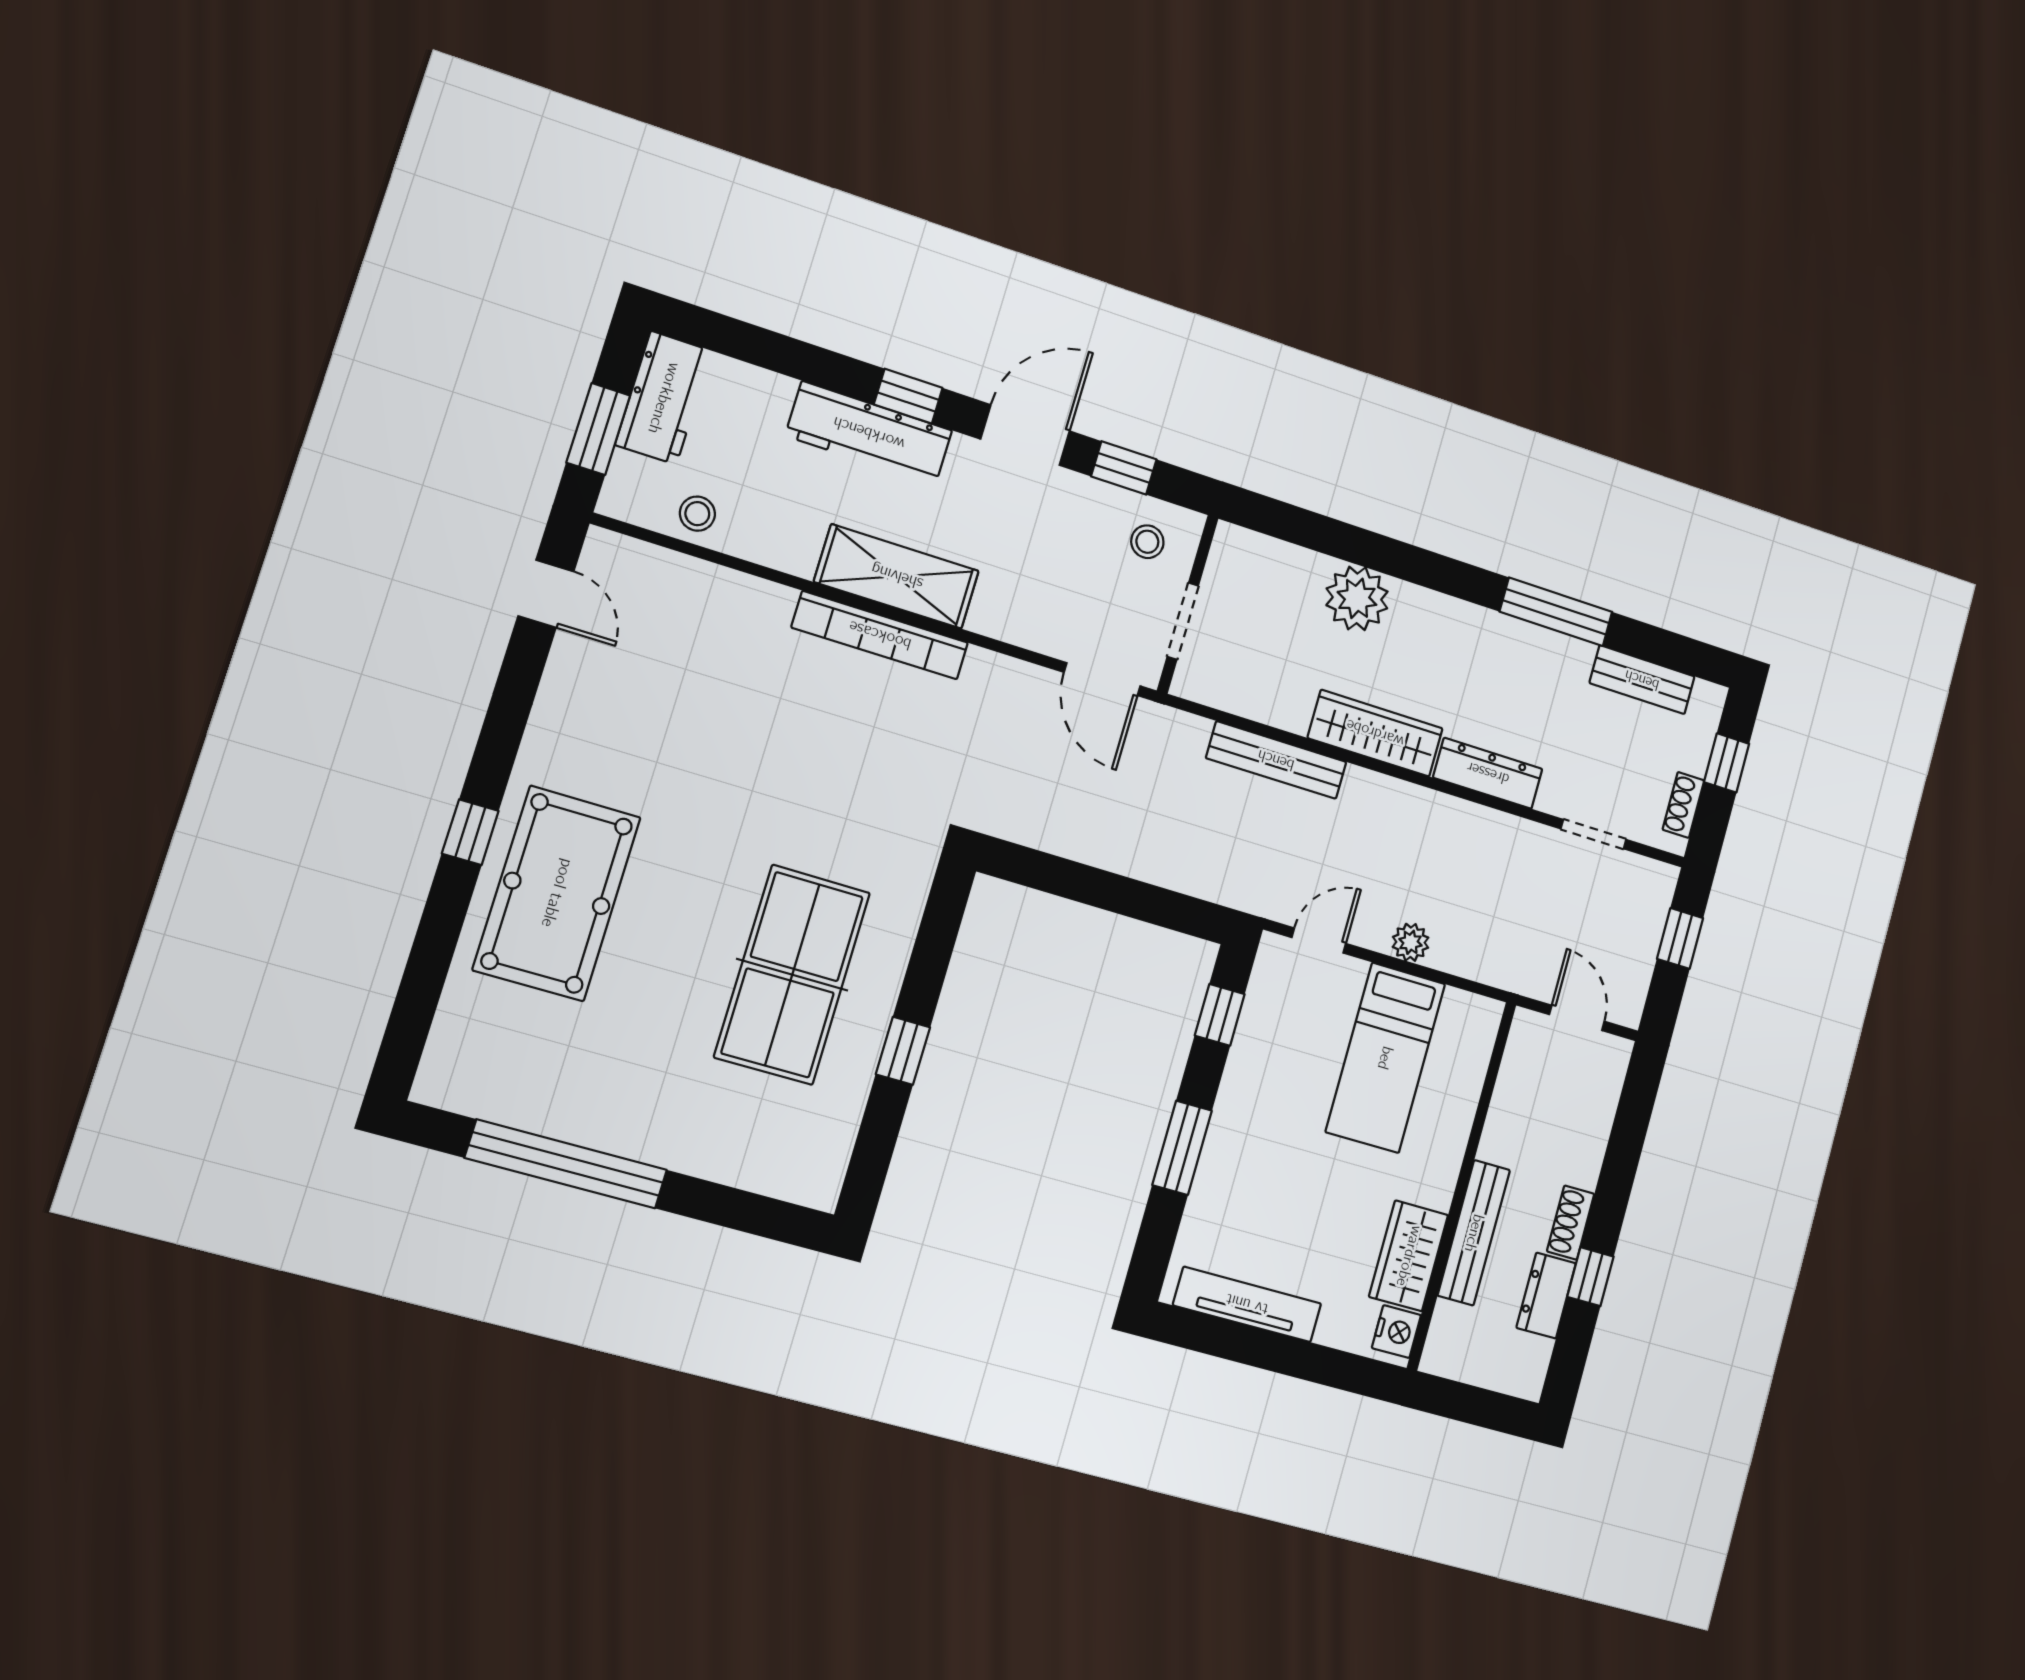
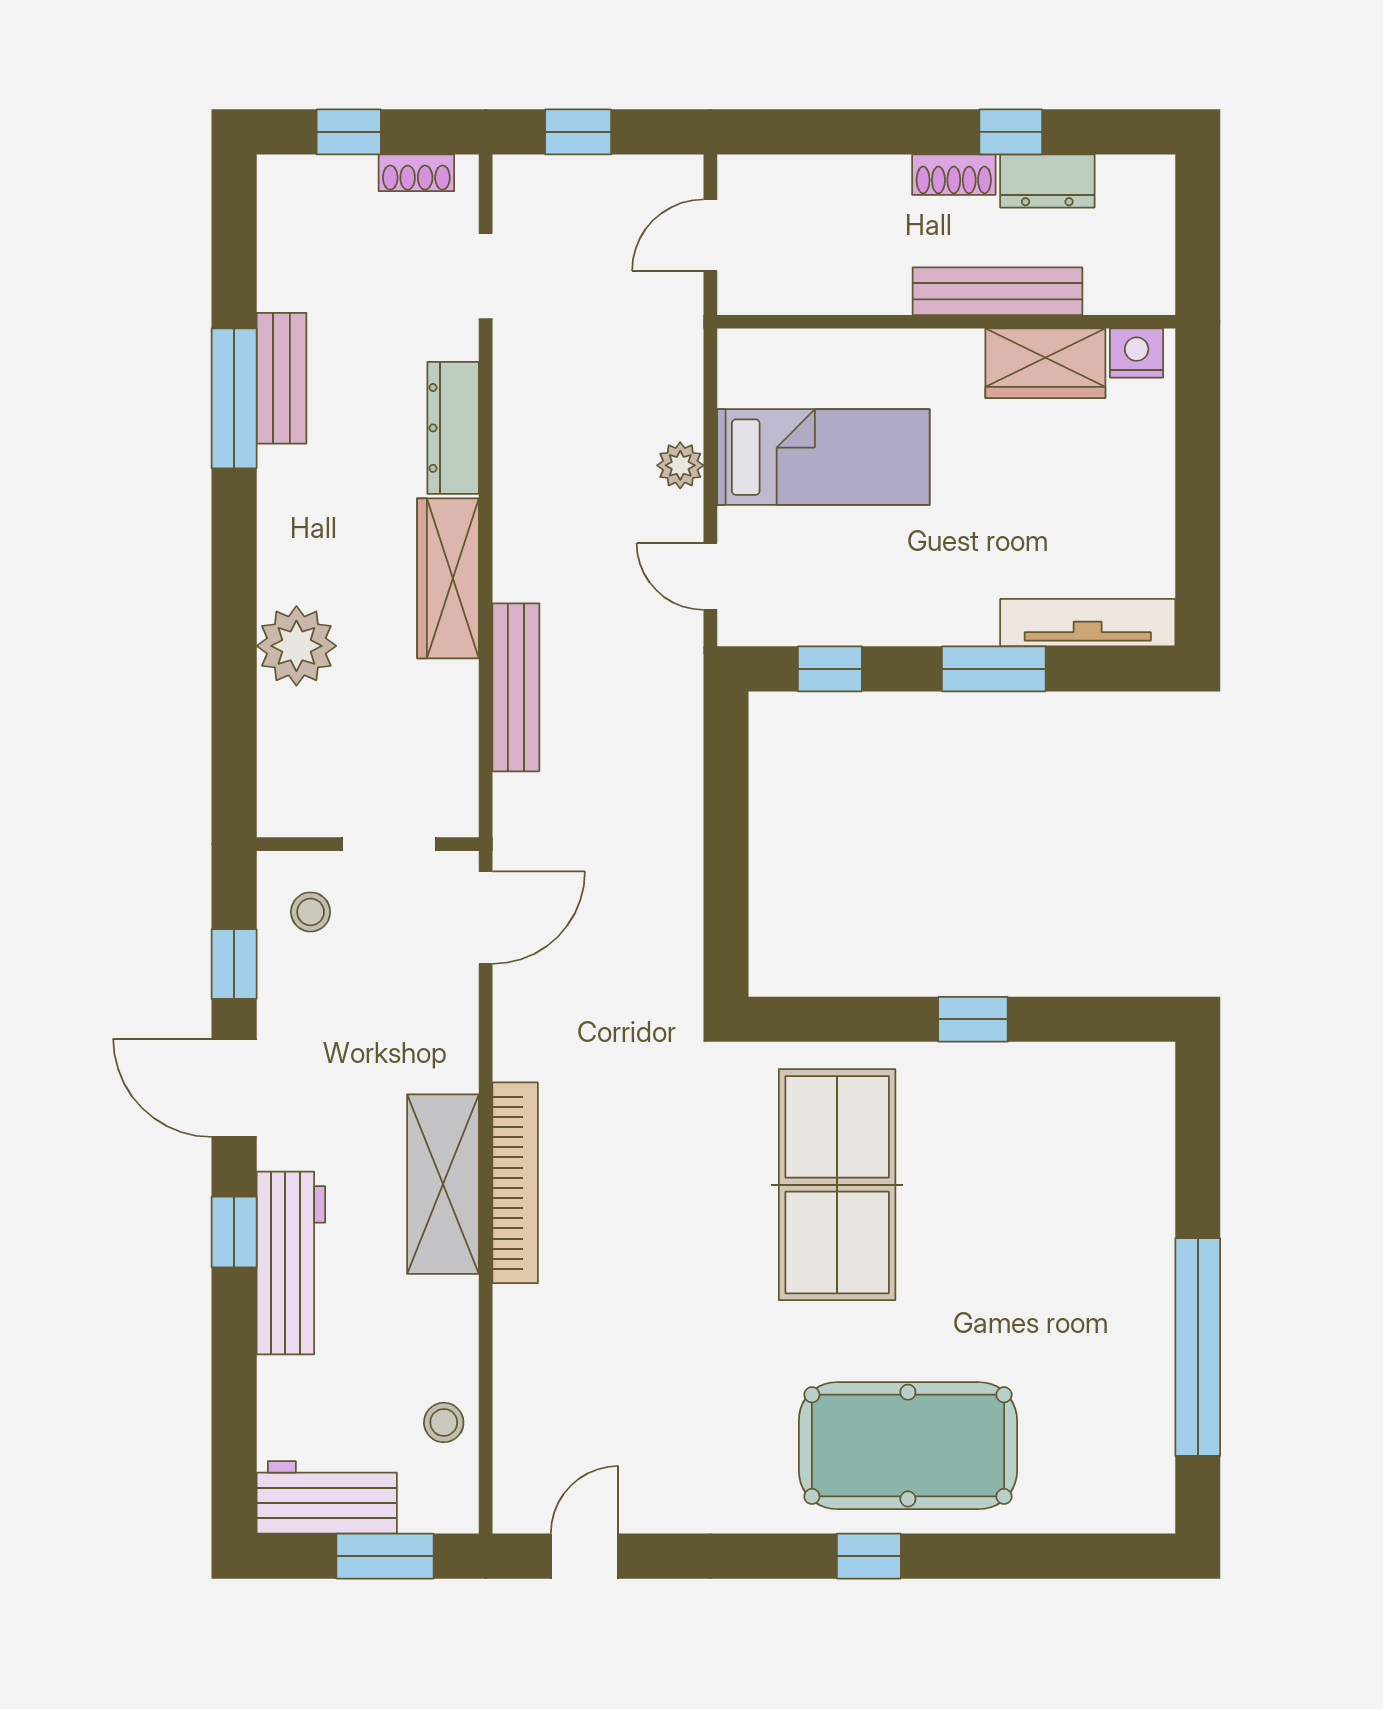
bench: (1642, 680) -> (281, 378), moved
table tennis table: (792, 975) -> (837, 1185), moved, turned 90
tv unit: (1247, 1304) -> (1088, 623), moved, turned 90

